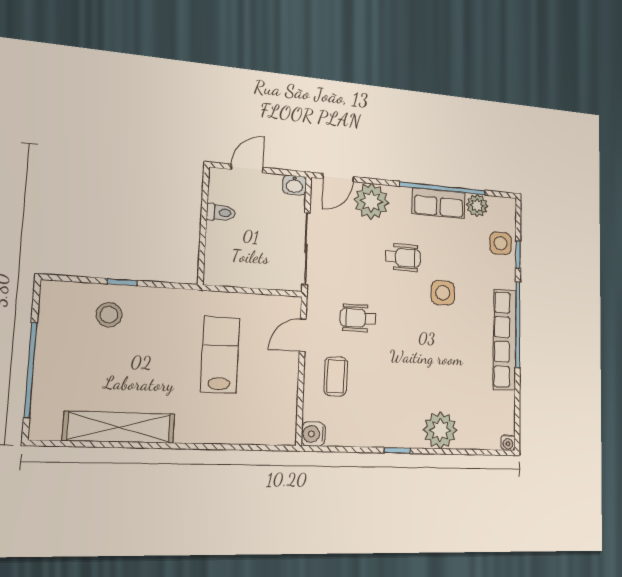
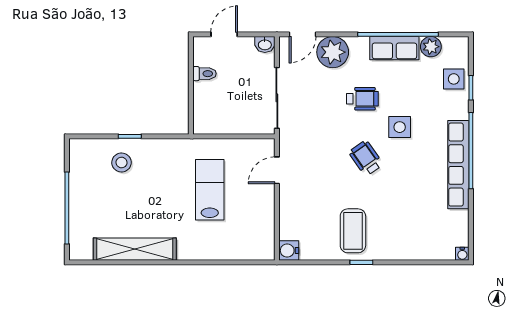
wheelchair: (358, 318) -> (366, 158), moved, turned 55
coffee table: (336, 376) -> (353, 231), moved, width x1.36, depth x1.30
plant: (440, 430) -> (399, 245), removed

